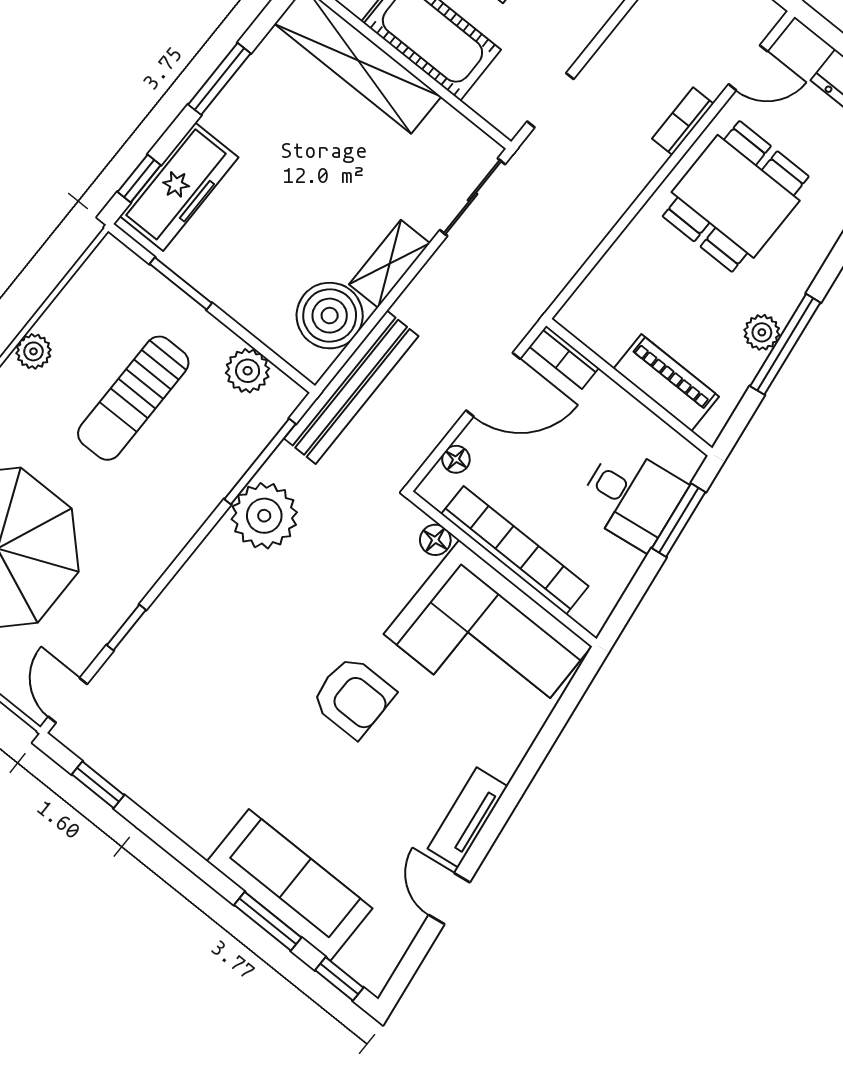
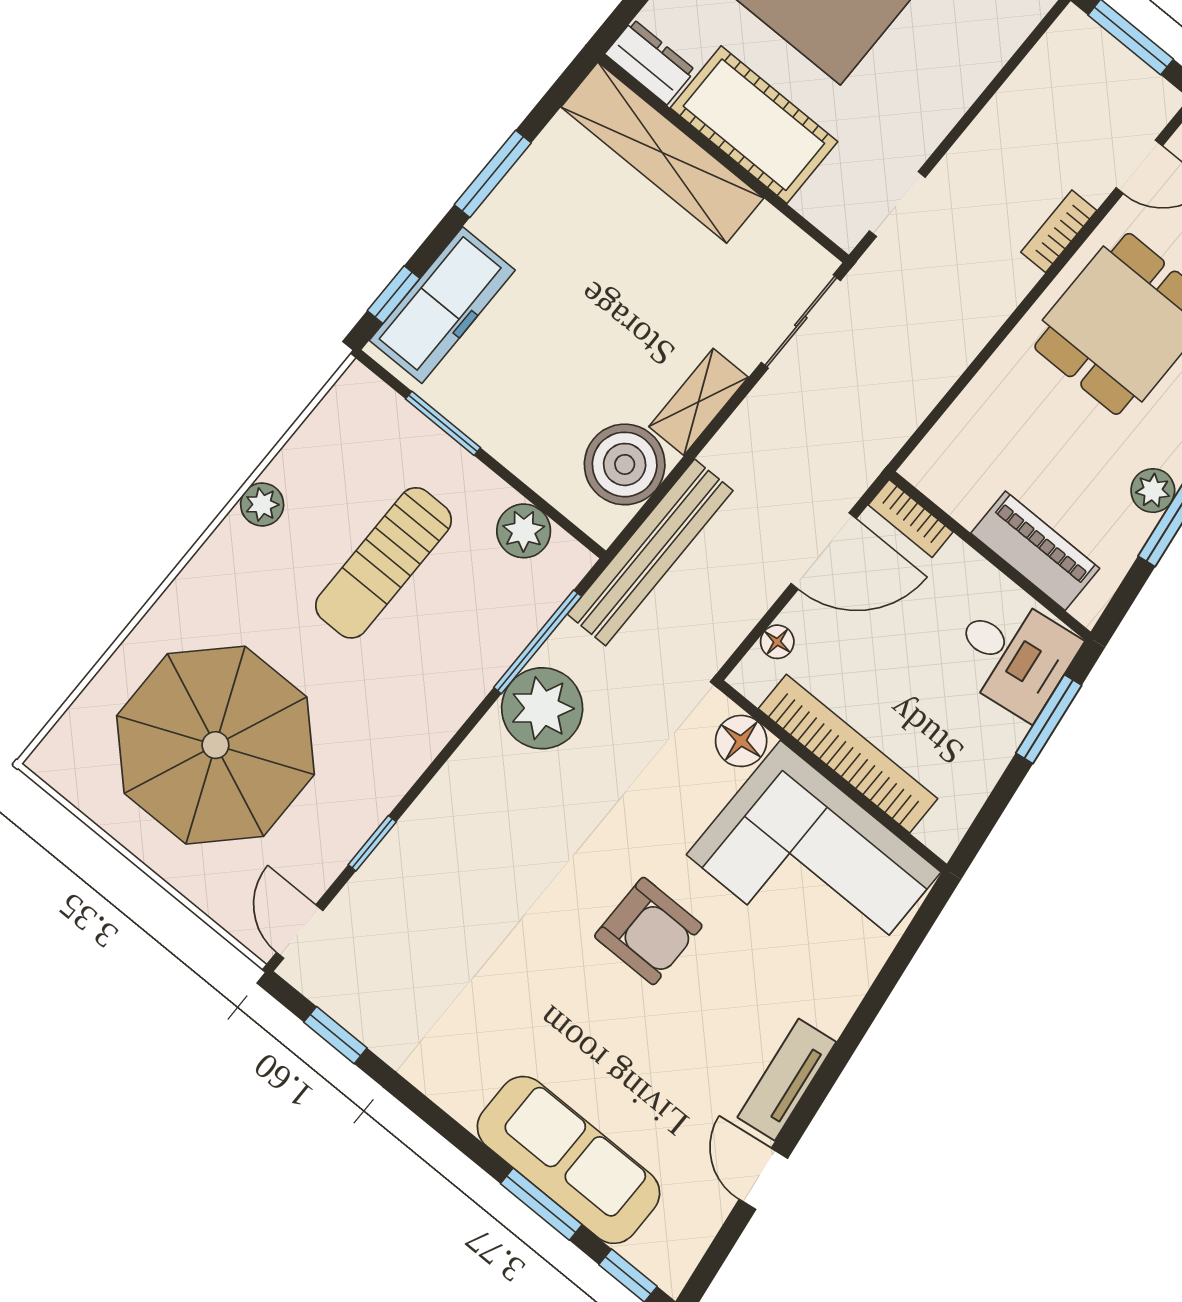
desk: (632, 497) -> (1013, 655), moved
floor lamp: (435, 540) -> (741, 741), width x1.37, depth x1.37

